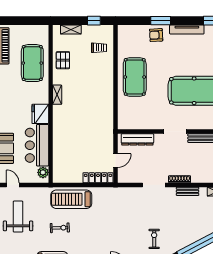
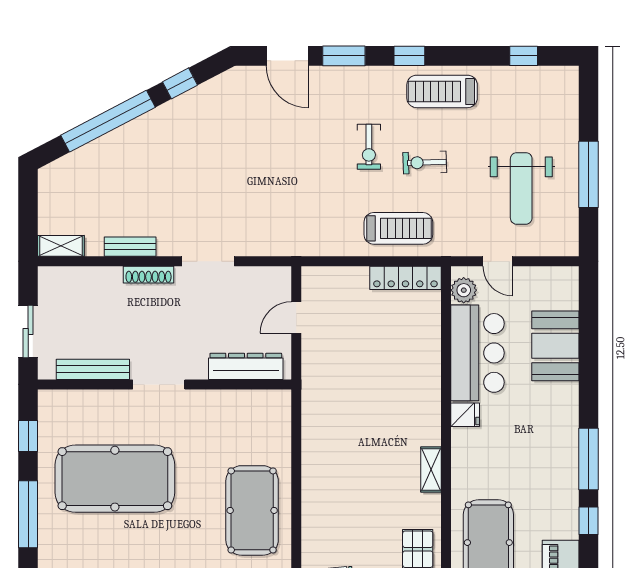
fridge: (40, 114) -> (465, 415), width x0.53, depth x0.75
locker: (98, 178) -> (405, 278), moved
door: (13, 185) -> (498, 261), moved
treadmill: (71, 199) -> (398, 228), width x0.73, depth x0.73
exercise bike: (154, 239) -> (369, 147), moved

